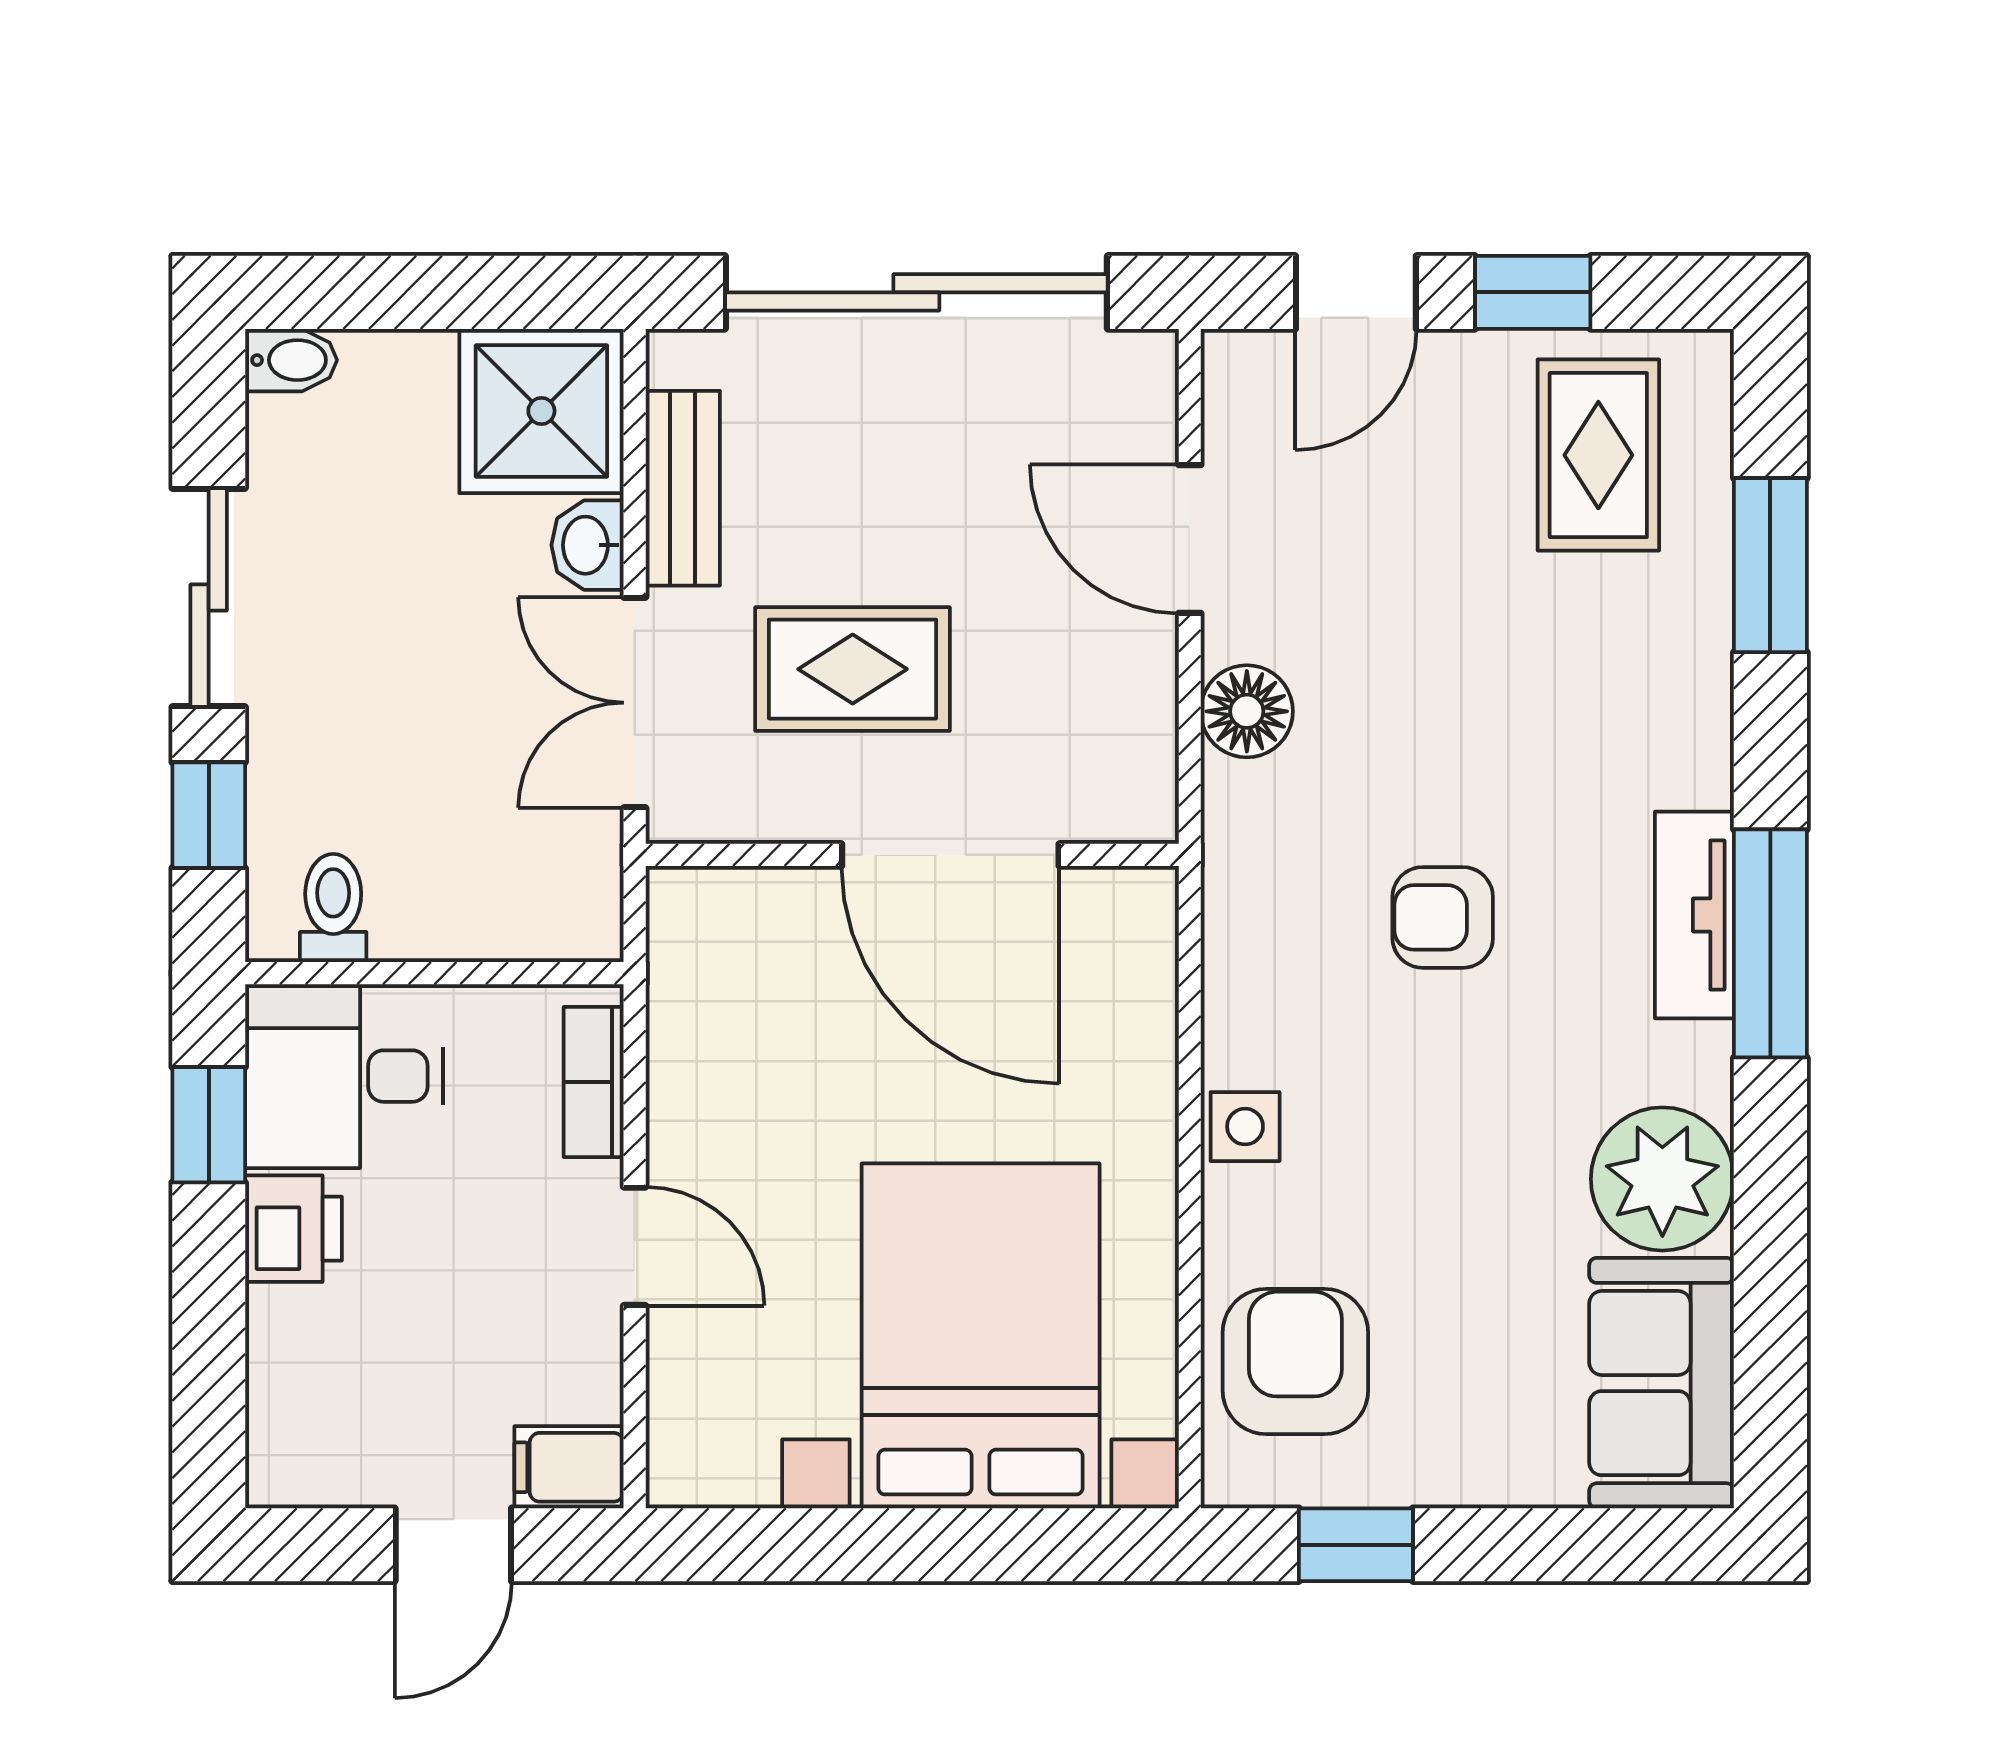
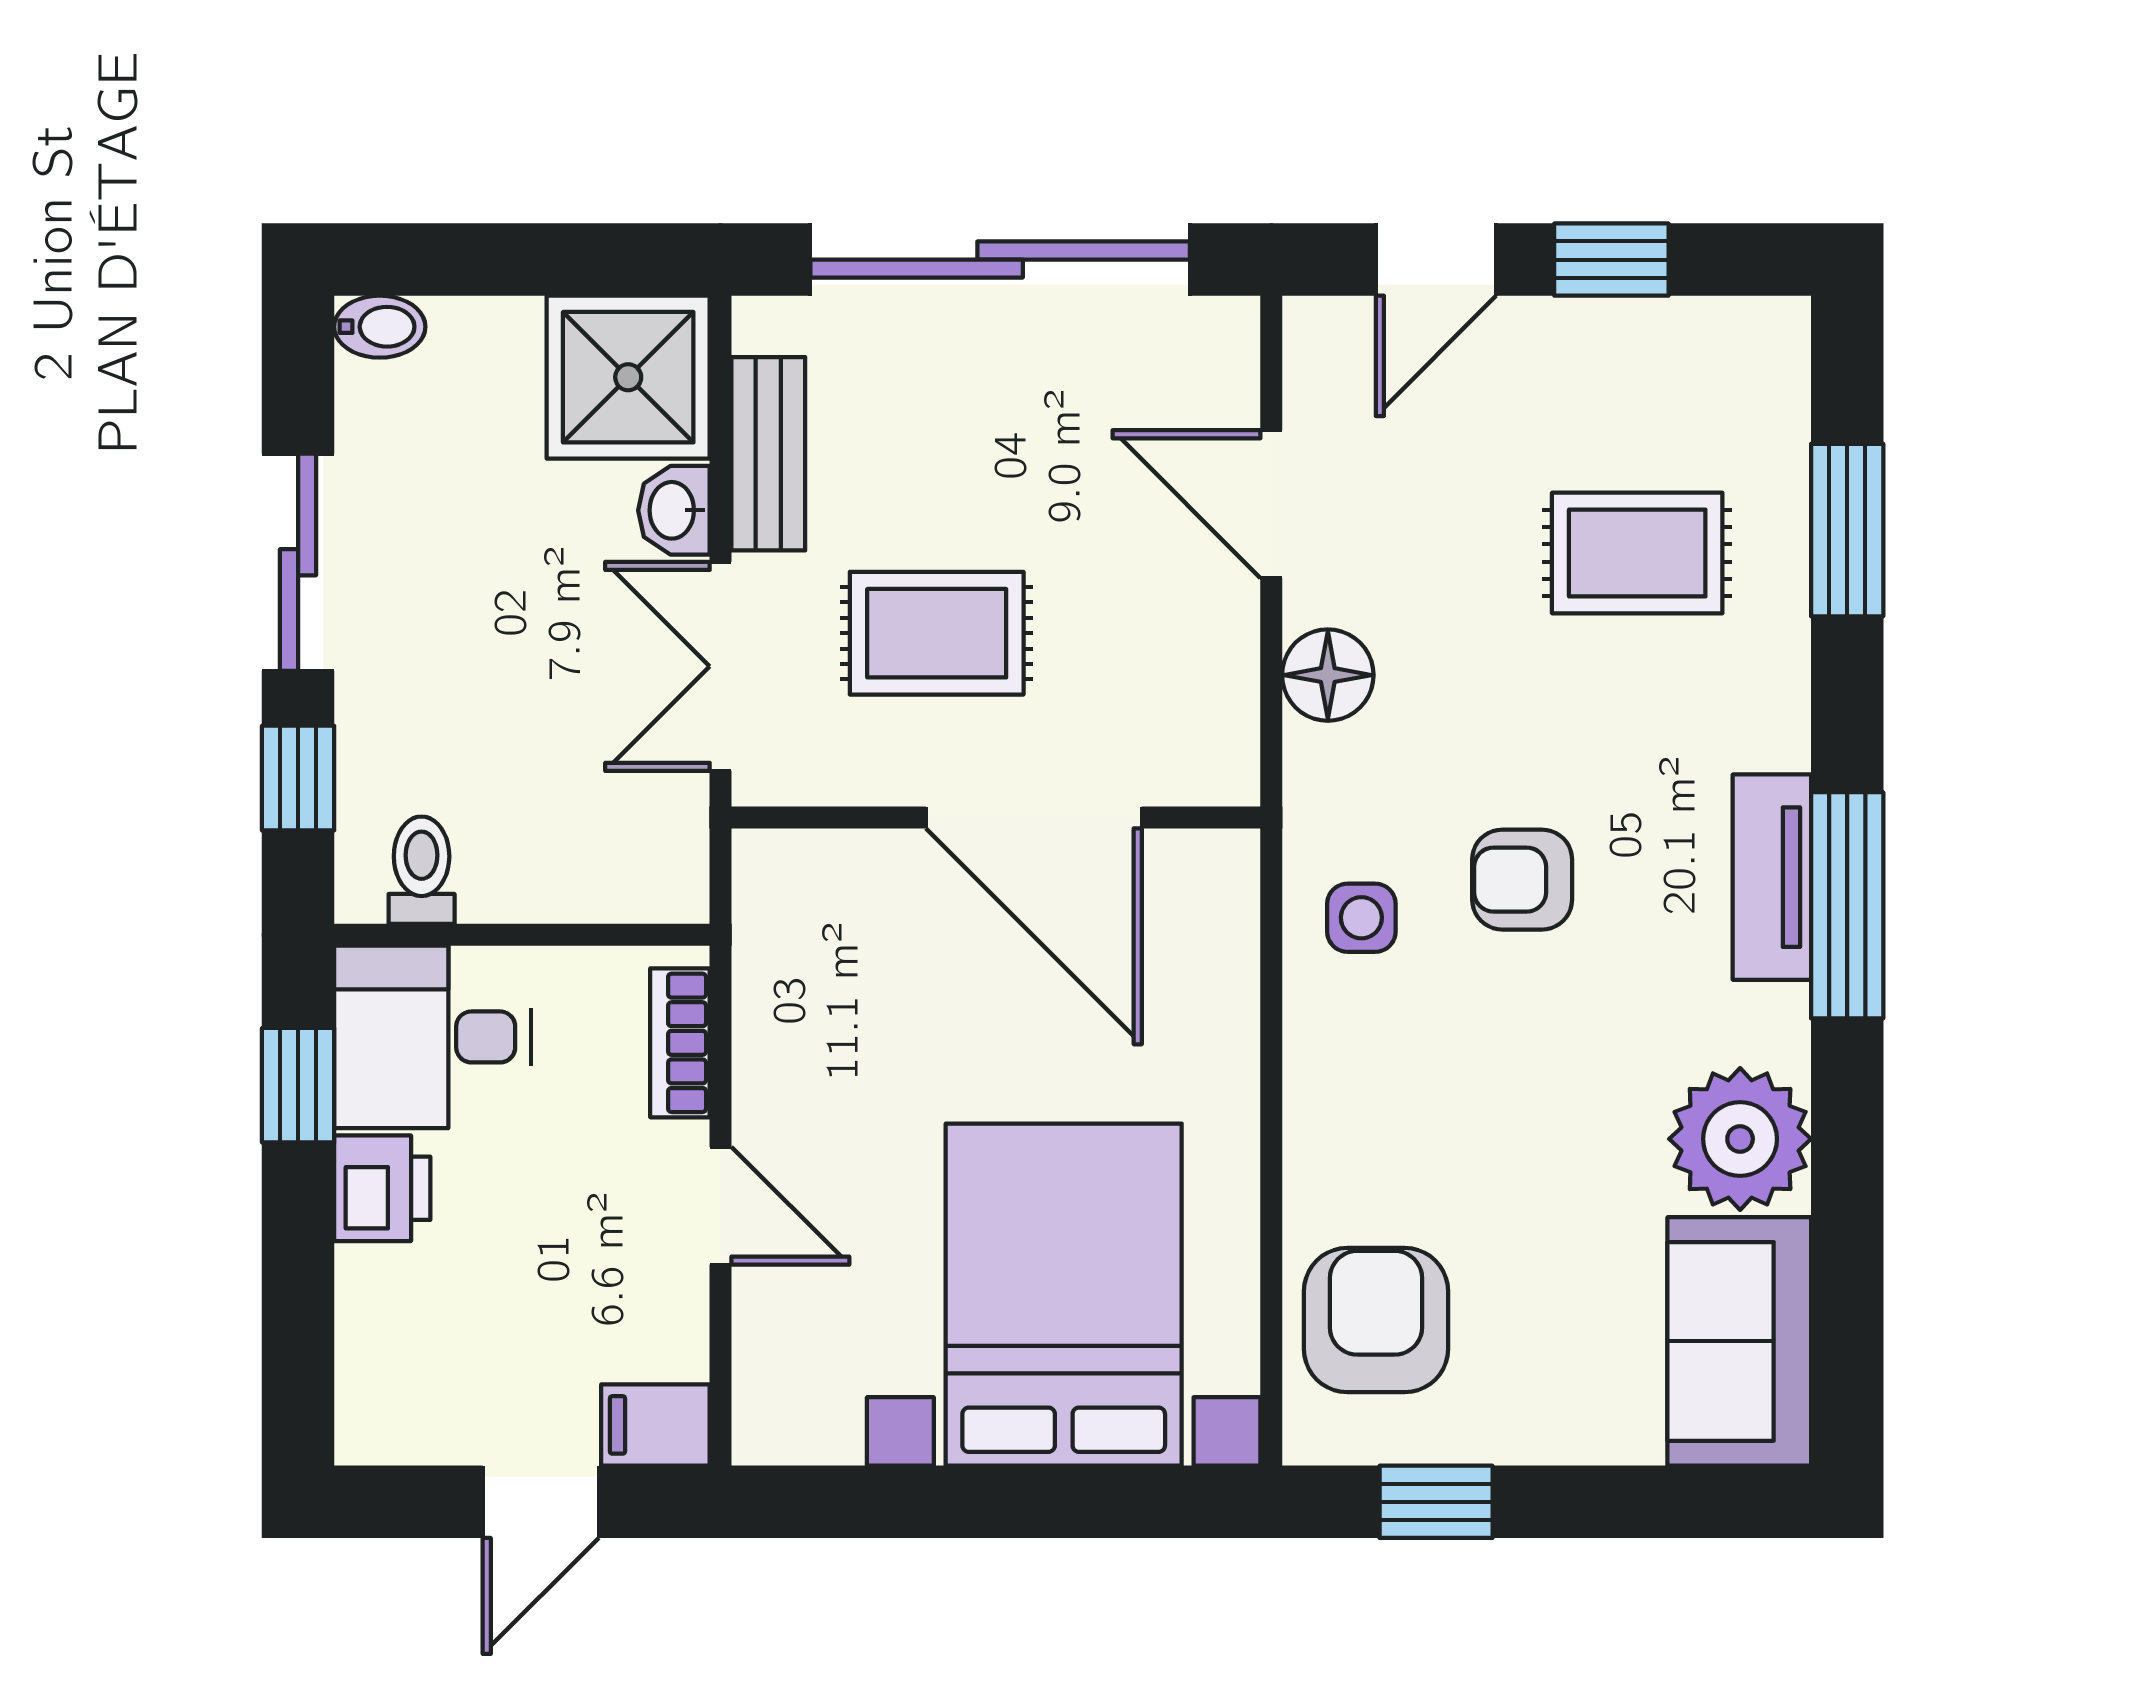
rug: (1598, 455) -> (1637, 553), moved, turned 90
side table: (1245, 1127) -> (1361, 918), moved

